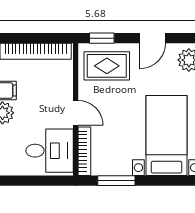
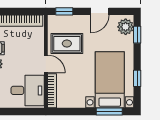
rug: (107, 66) -> (67, 44), moved
window: (116, 181) -> (109, 112), moved

